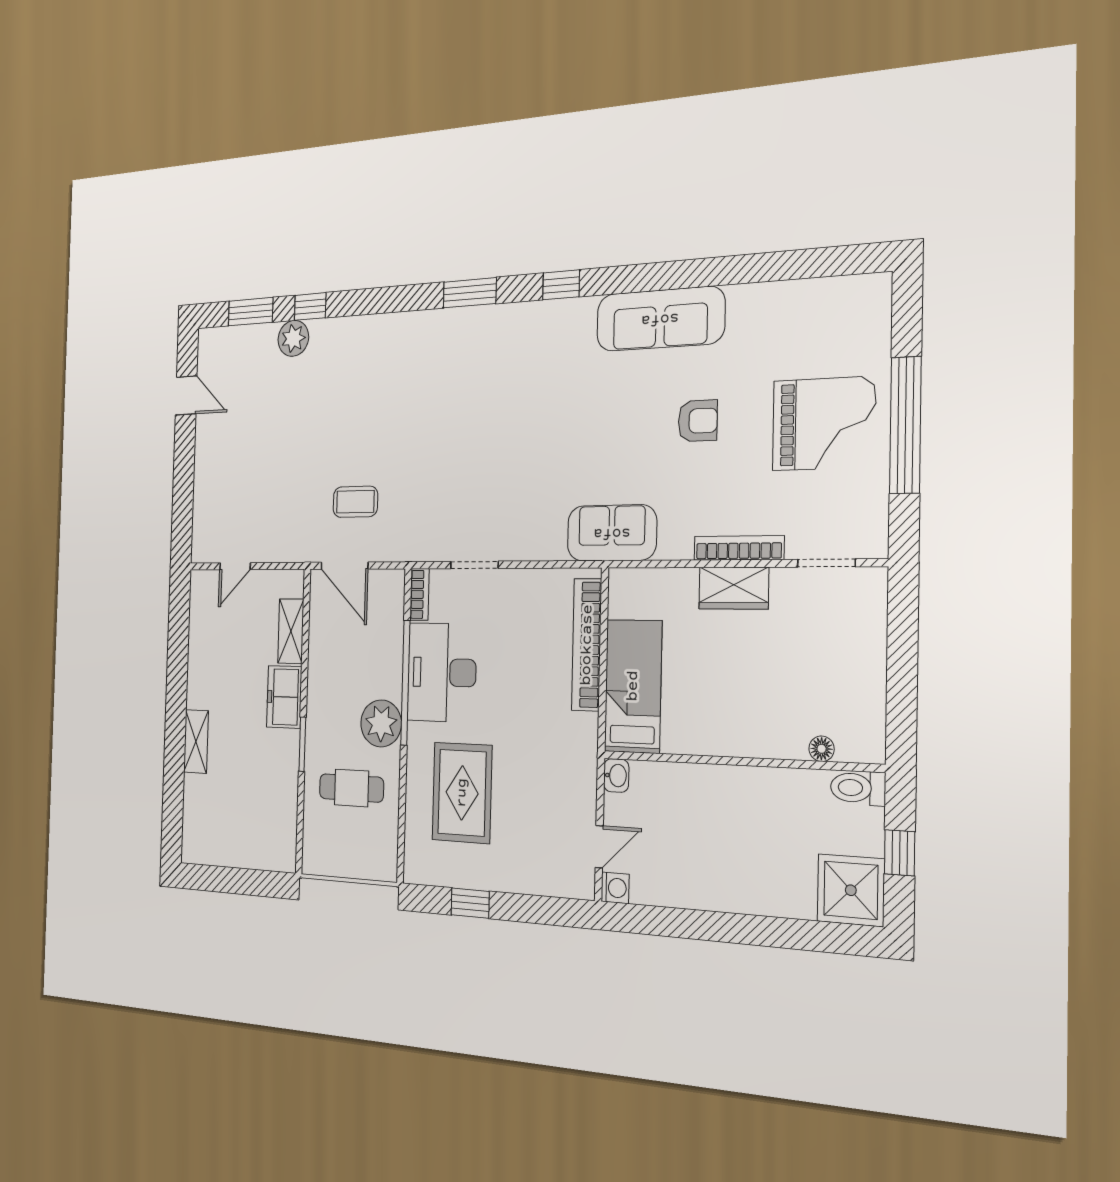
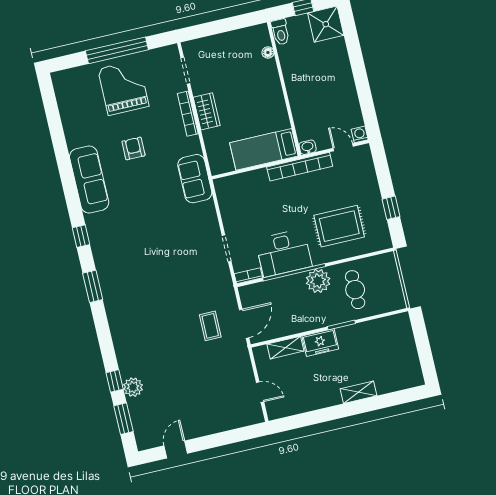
bookcase: (587, 645) -> (300, 167), moved

